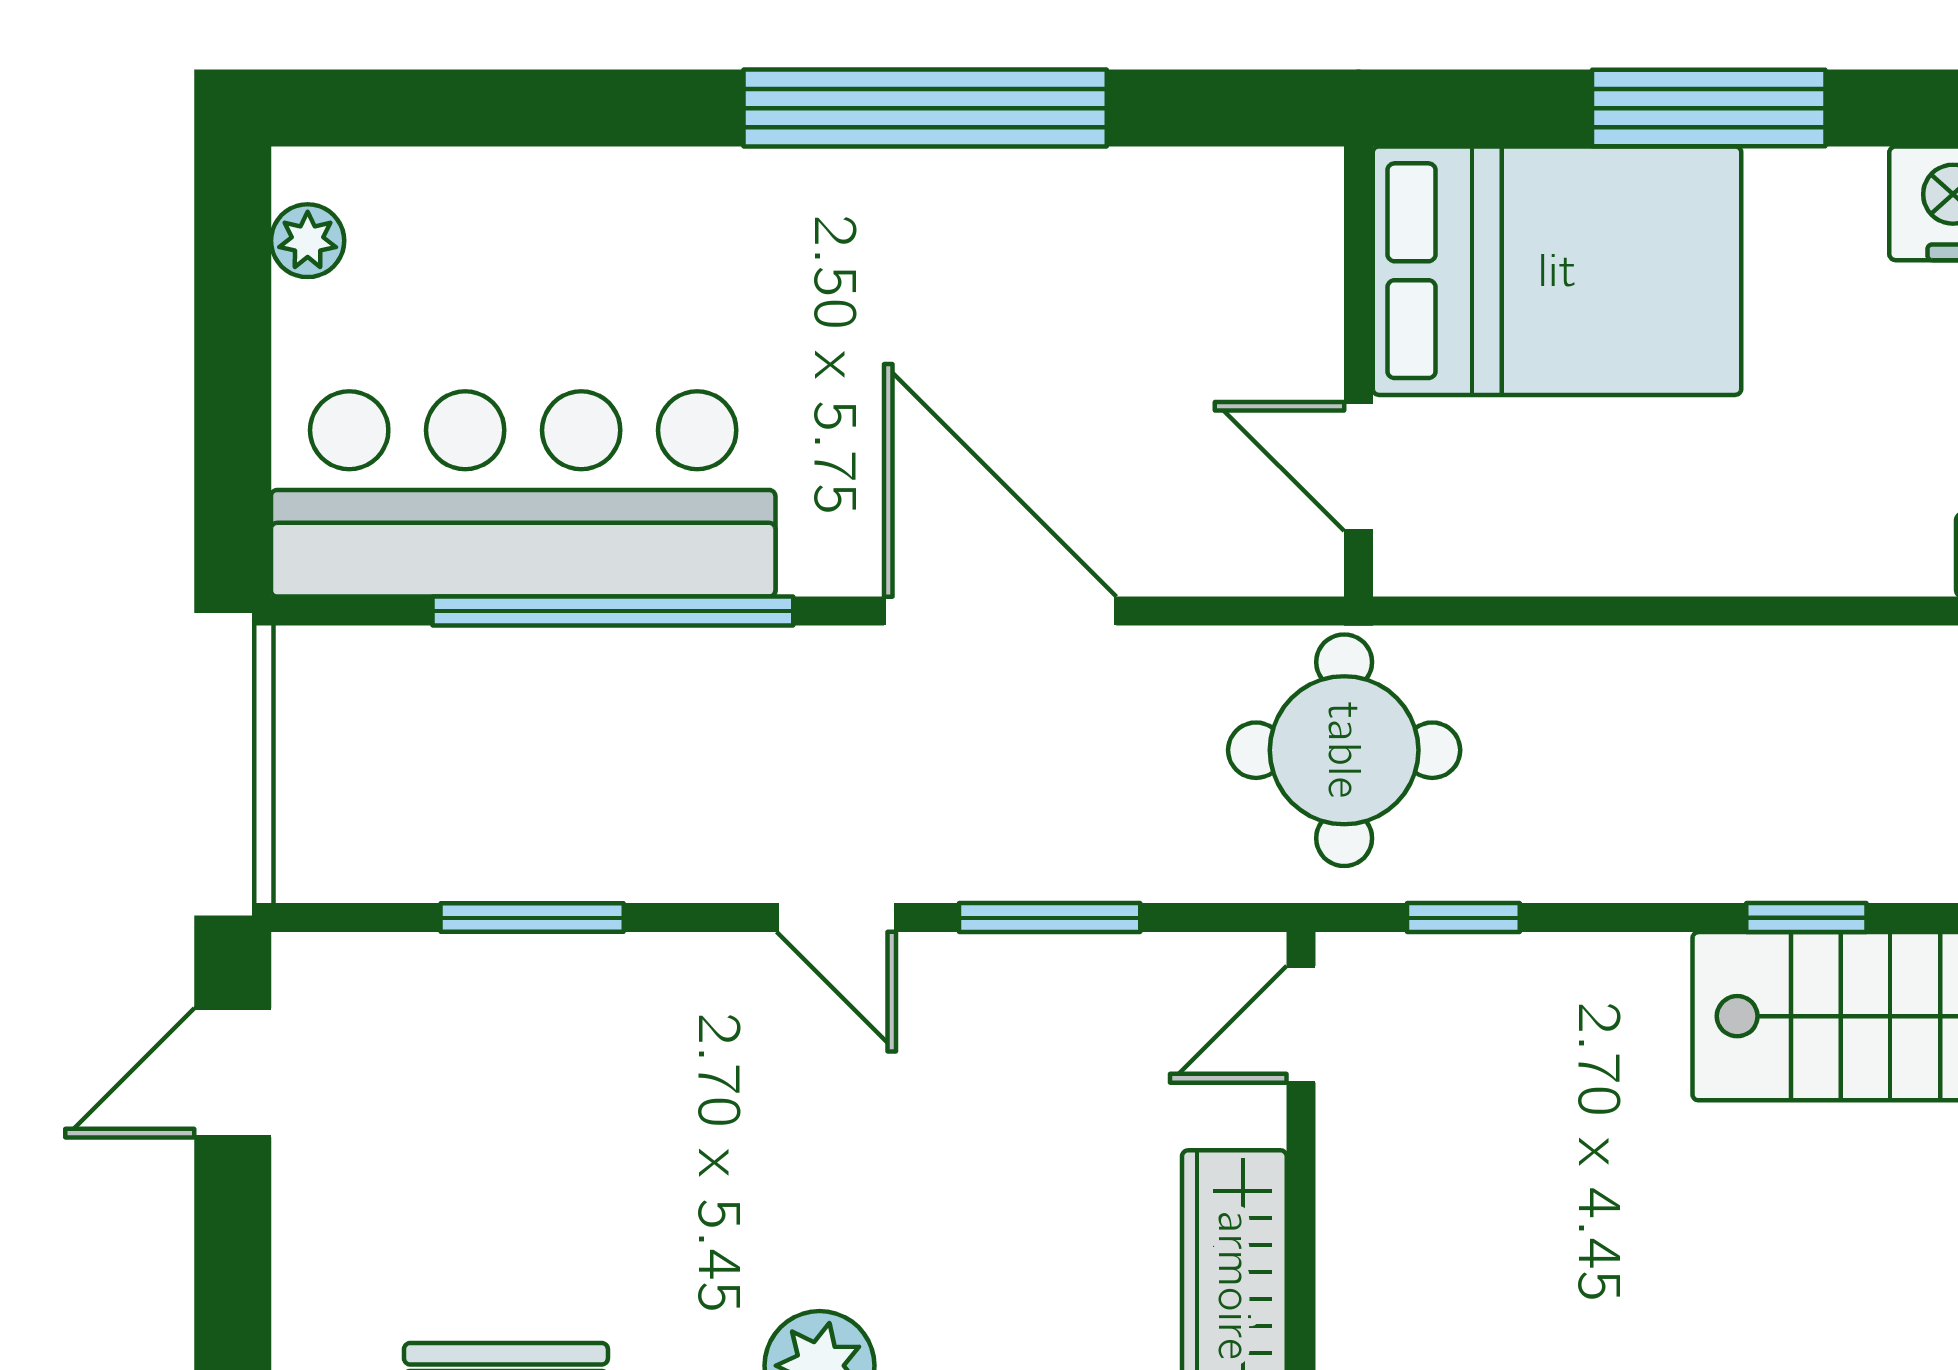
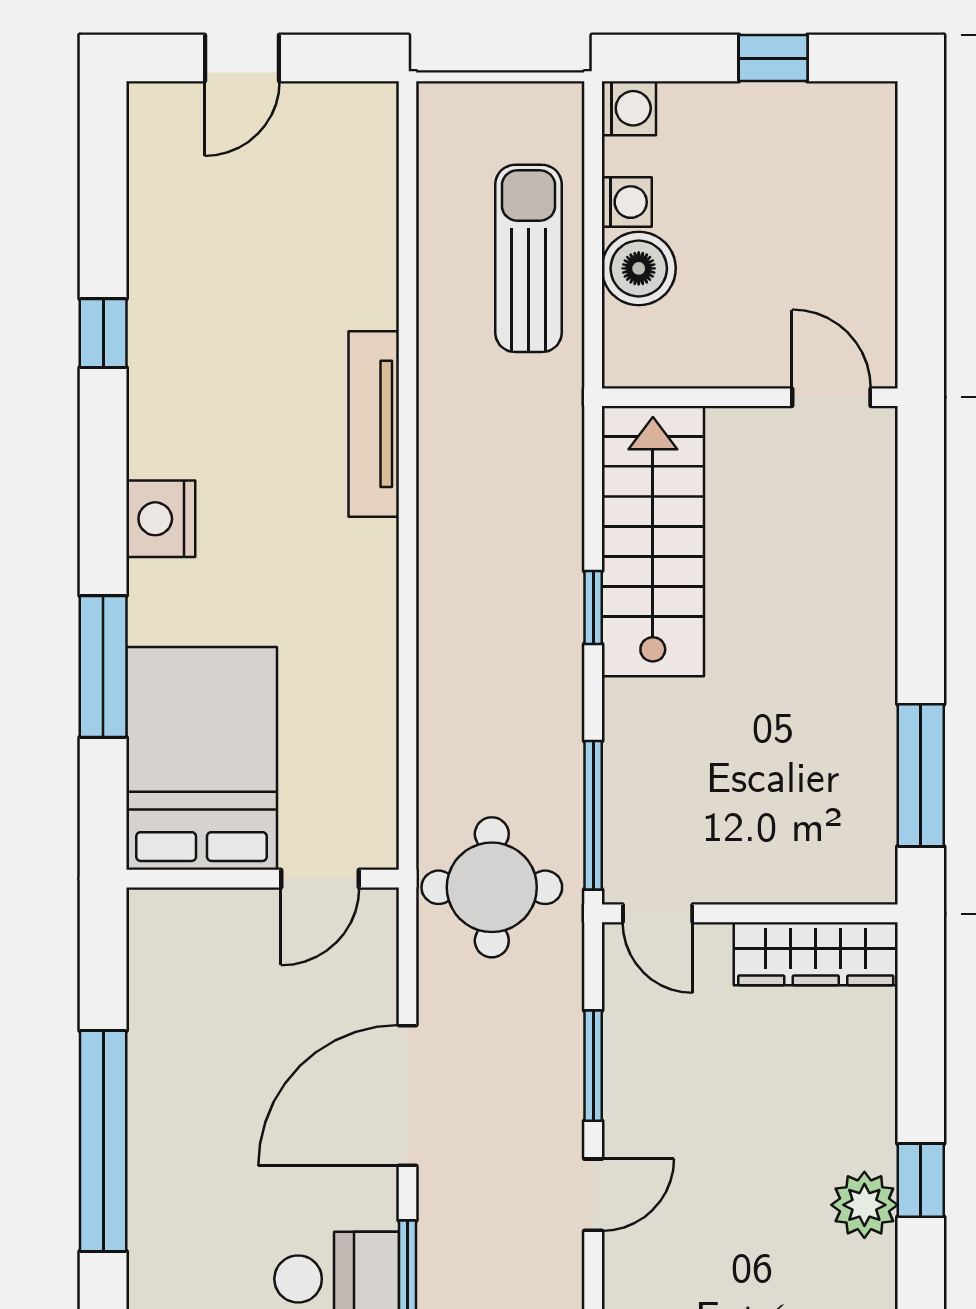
window: (1463, 918) -> (593, 815), width x2.17

